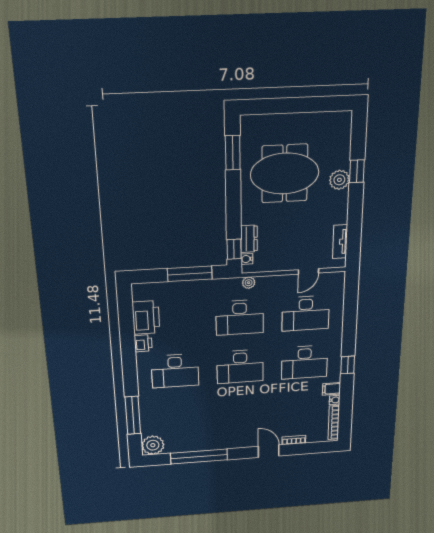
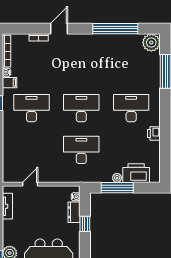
window: (234, 249) -> (85, 224), moved
plant: (249, 283) -> (117, 178), moved
desk: (306, 313) -> (31, 150), removed
printer: (146, 318) -> (136, 173), moved, turned 90
door: (269, 451) -> (59, 29), swing flipped

